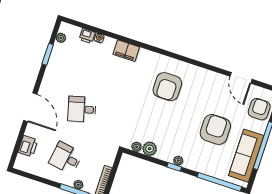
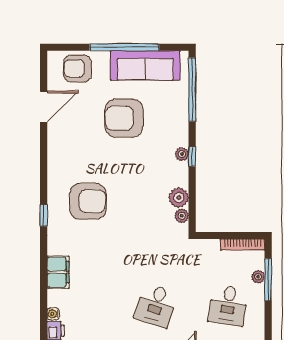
window: (168, 54) -> (44, 215), added
desk: (82, 109) -> (156, 305), turned 33

